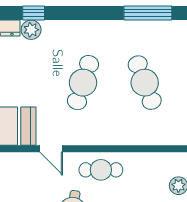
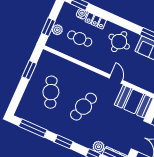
window: (90, 13) -> (64, 142), added
cafe table: (101, 170) -> (80, 39), moved

